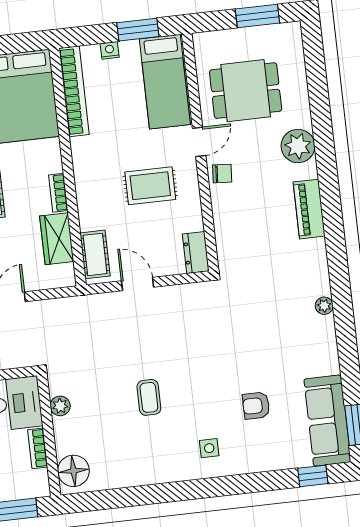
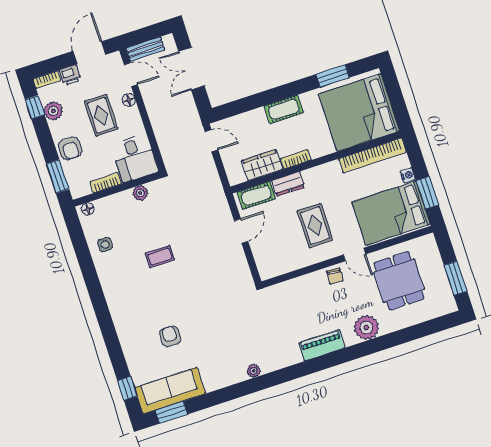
bed: (165, 82) -> (391, 213), width x1.50
dresser: (196, 253) -> (288, 184), moved, turned 180
side table: (209, 448) -> (105, 245), moved
floor lamp: (73, 471) -> (88, 209), width x0.53, depth x0.53

